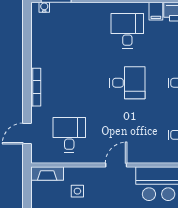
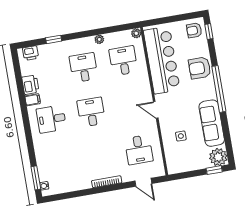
desk: (69, 135) -> (139, 150), turned -90
fireplace: (47, 173) -> (171, 162), removed

